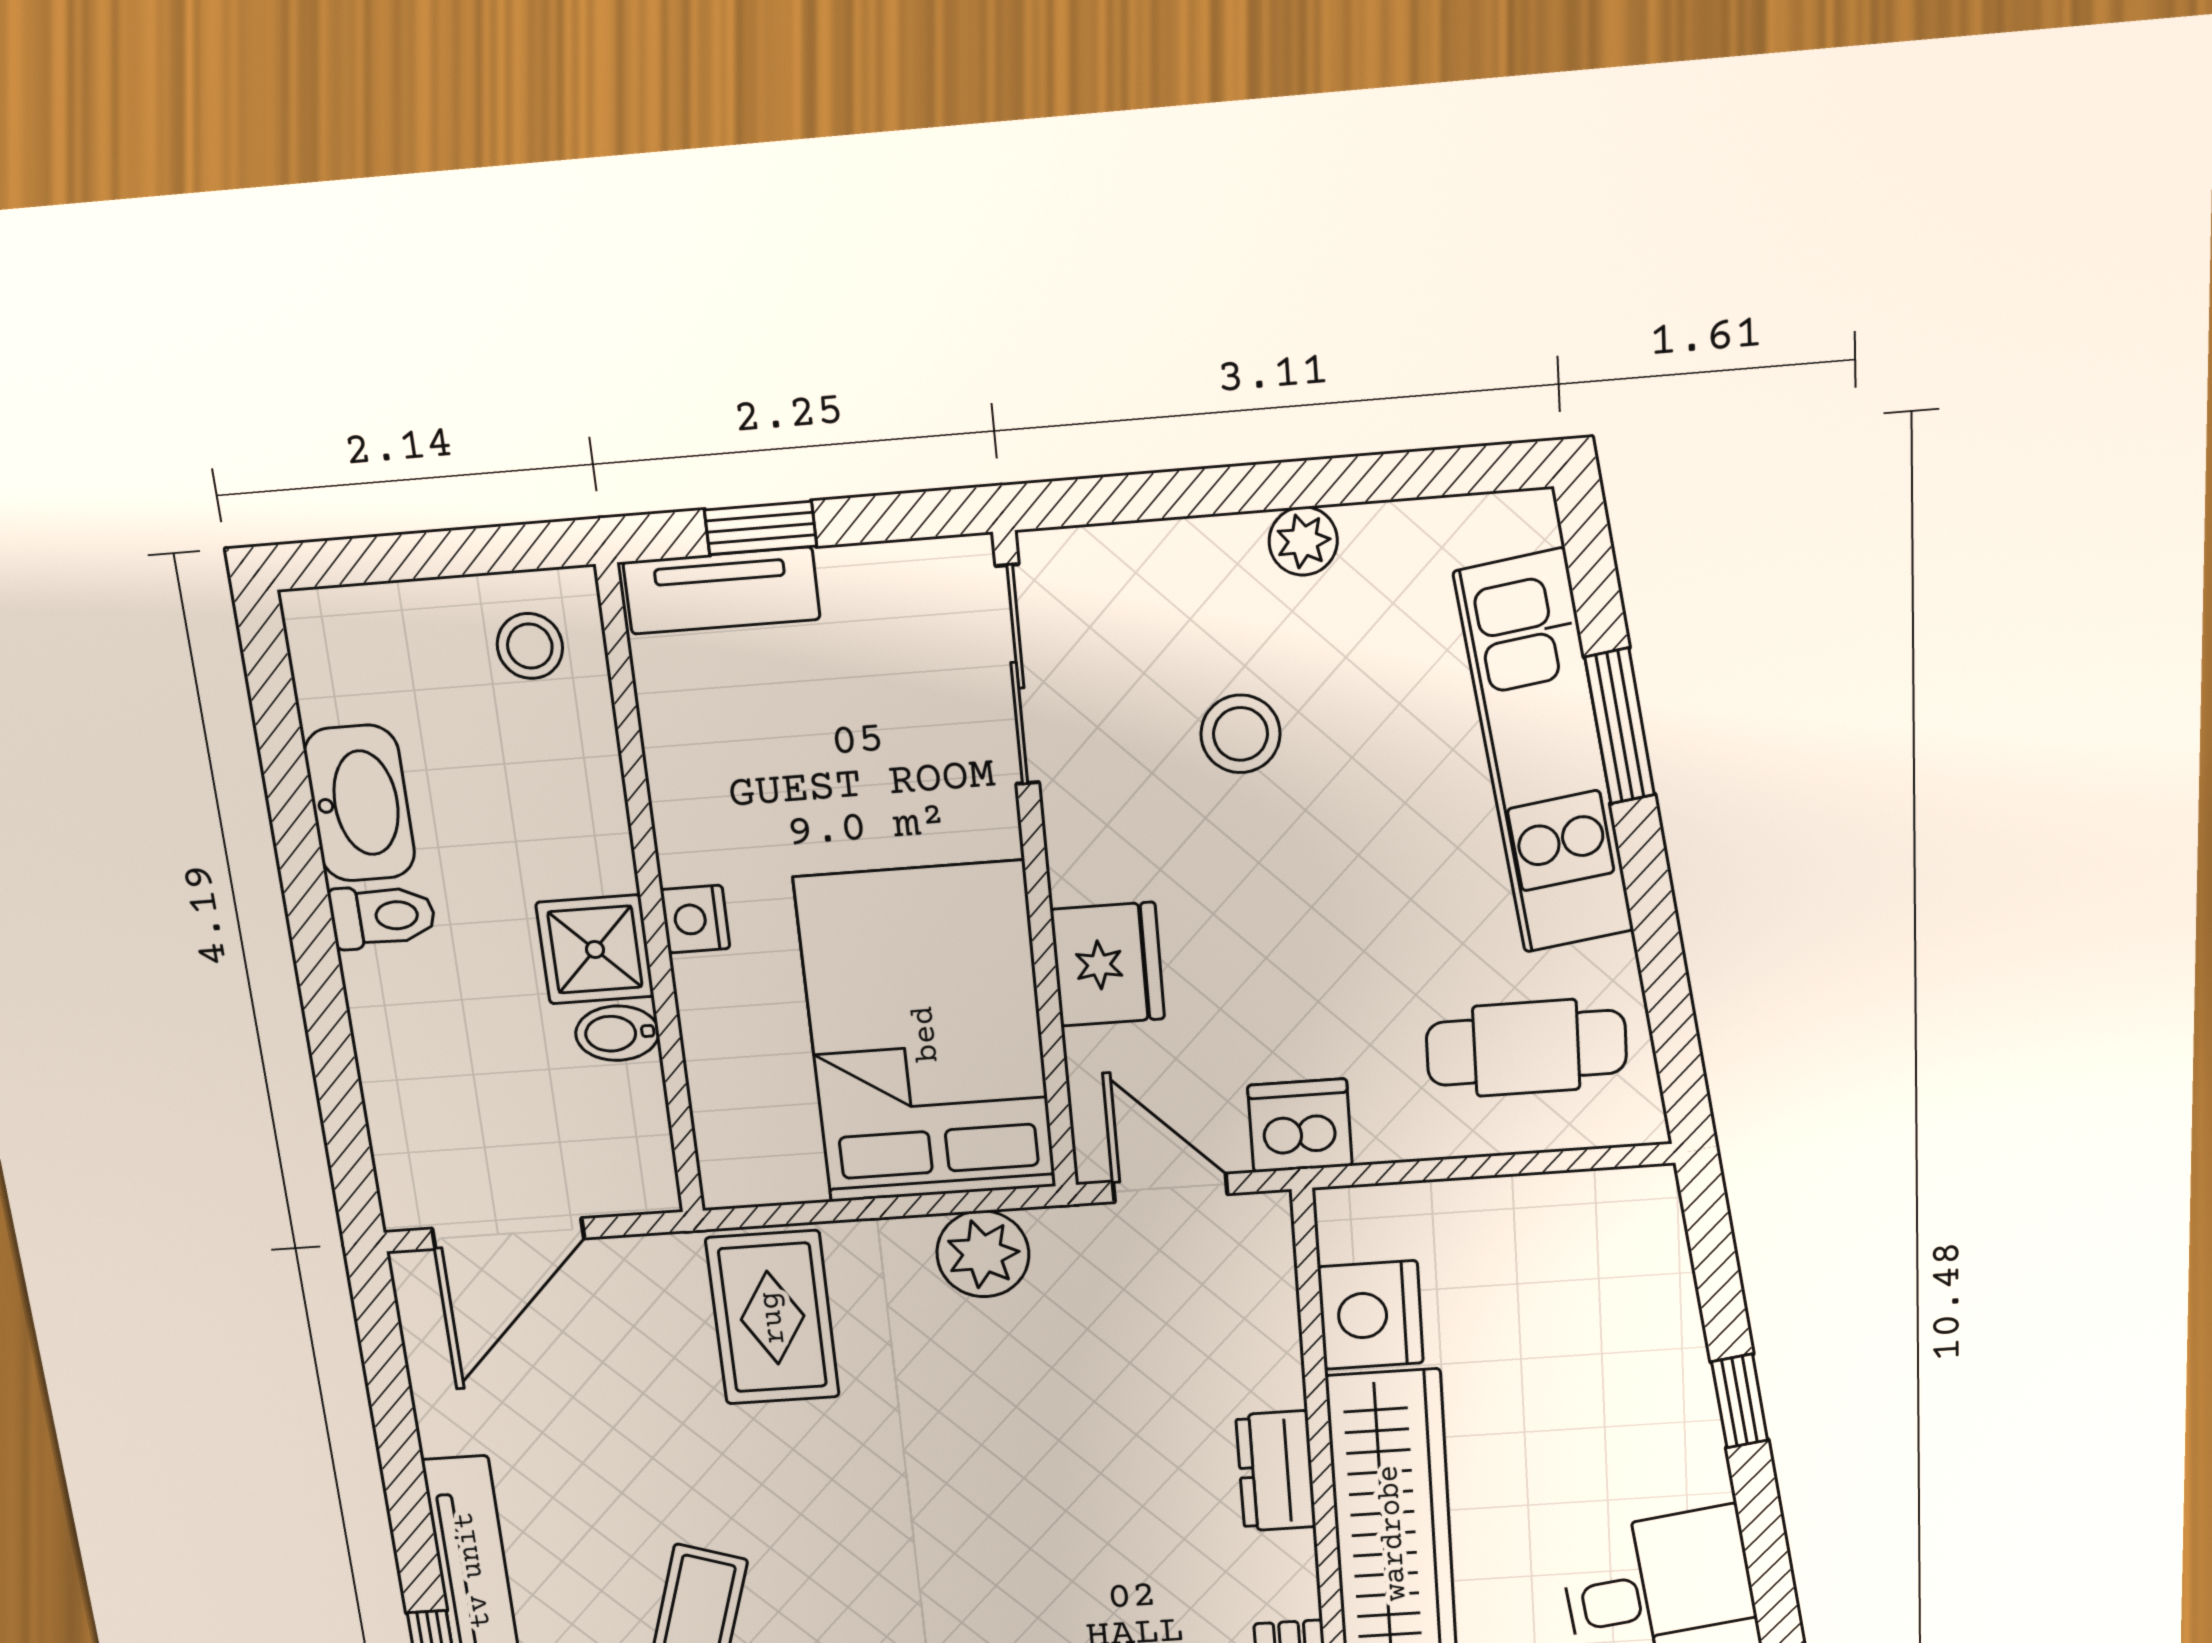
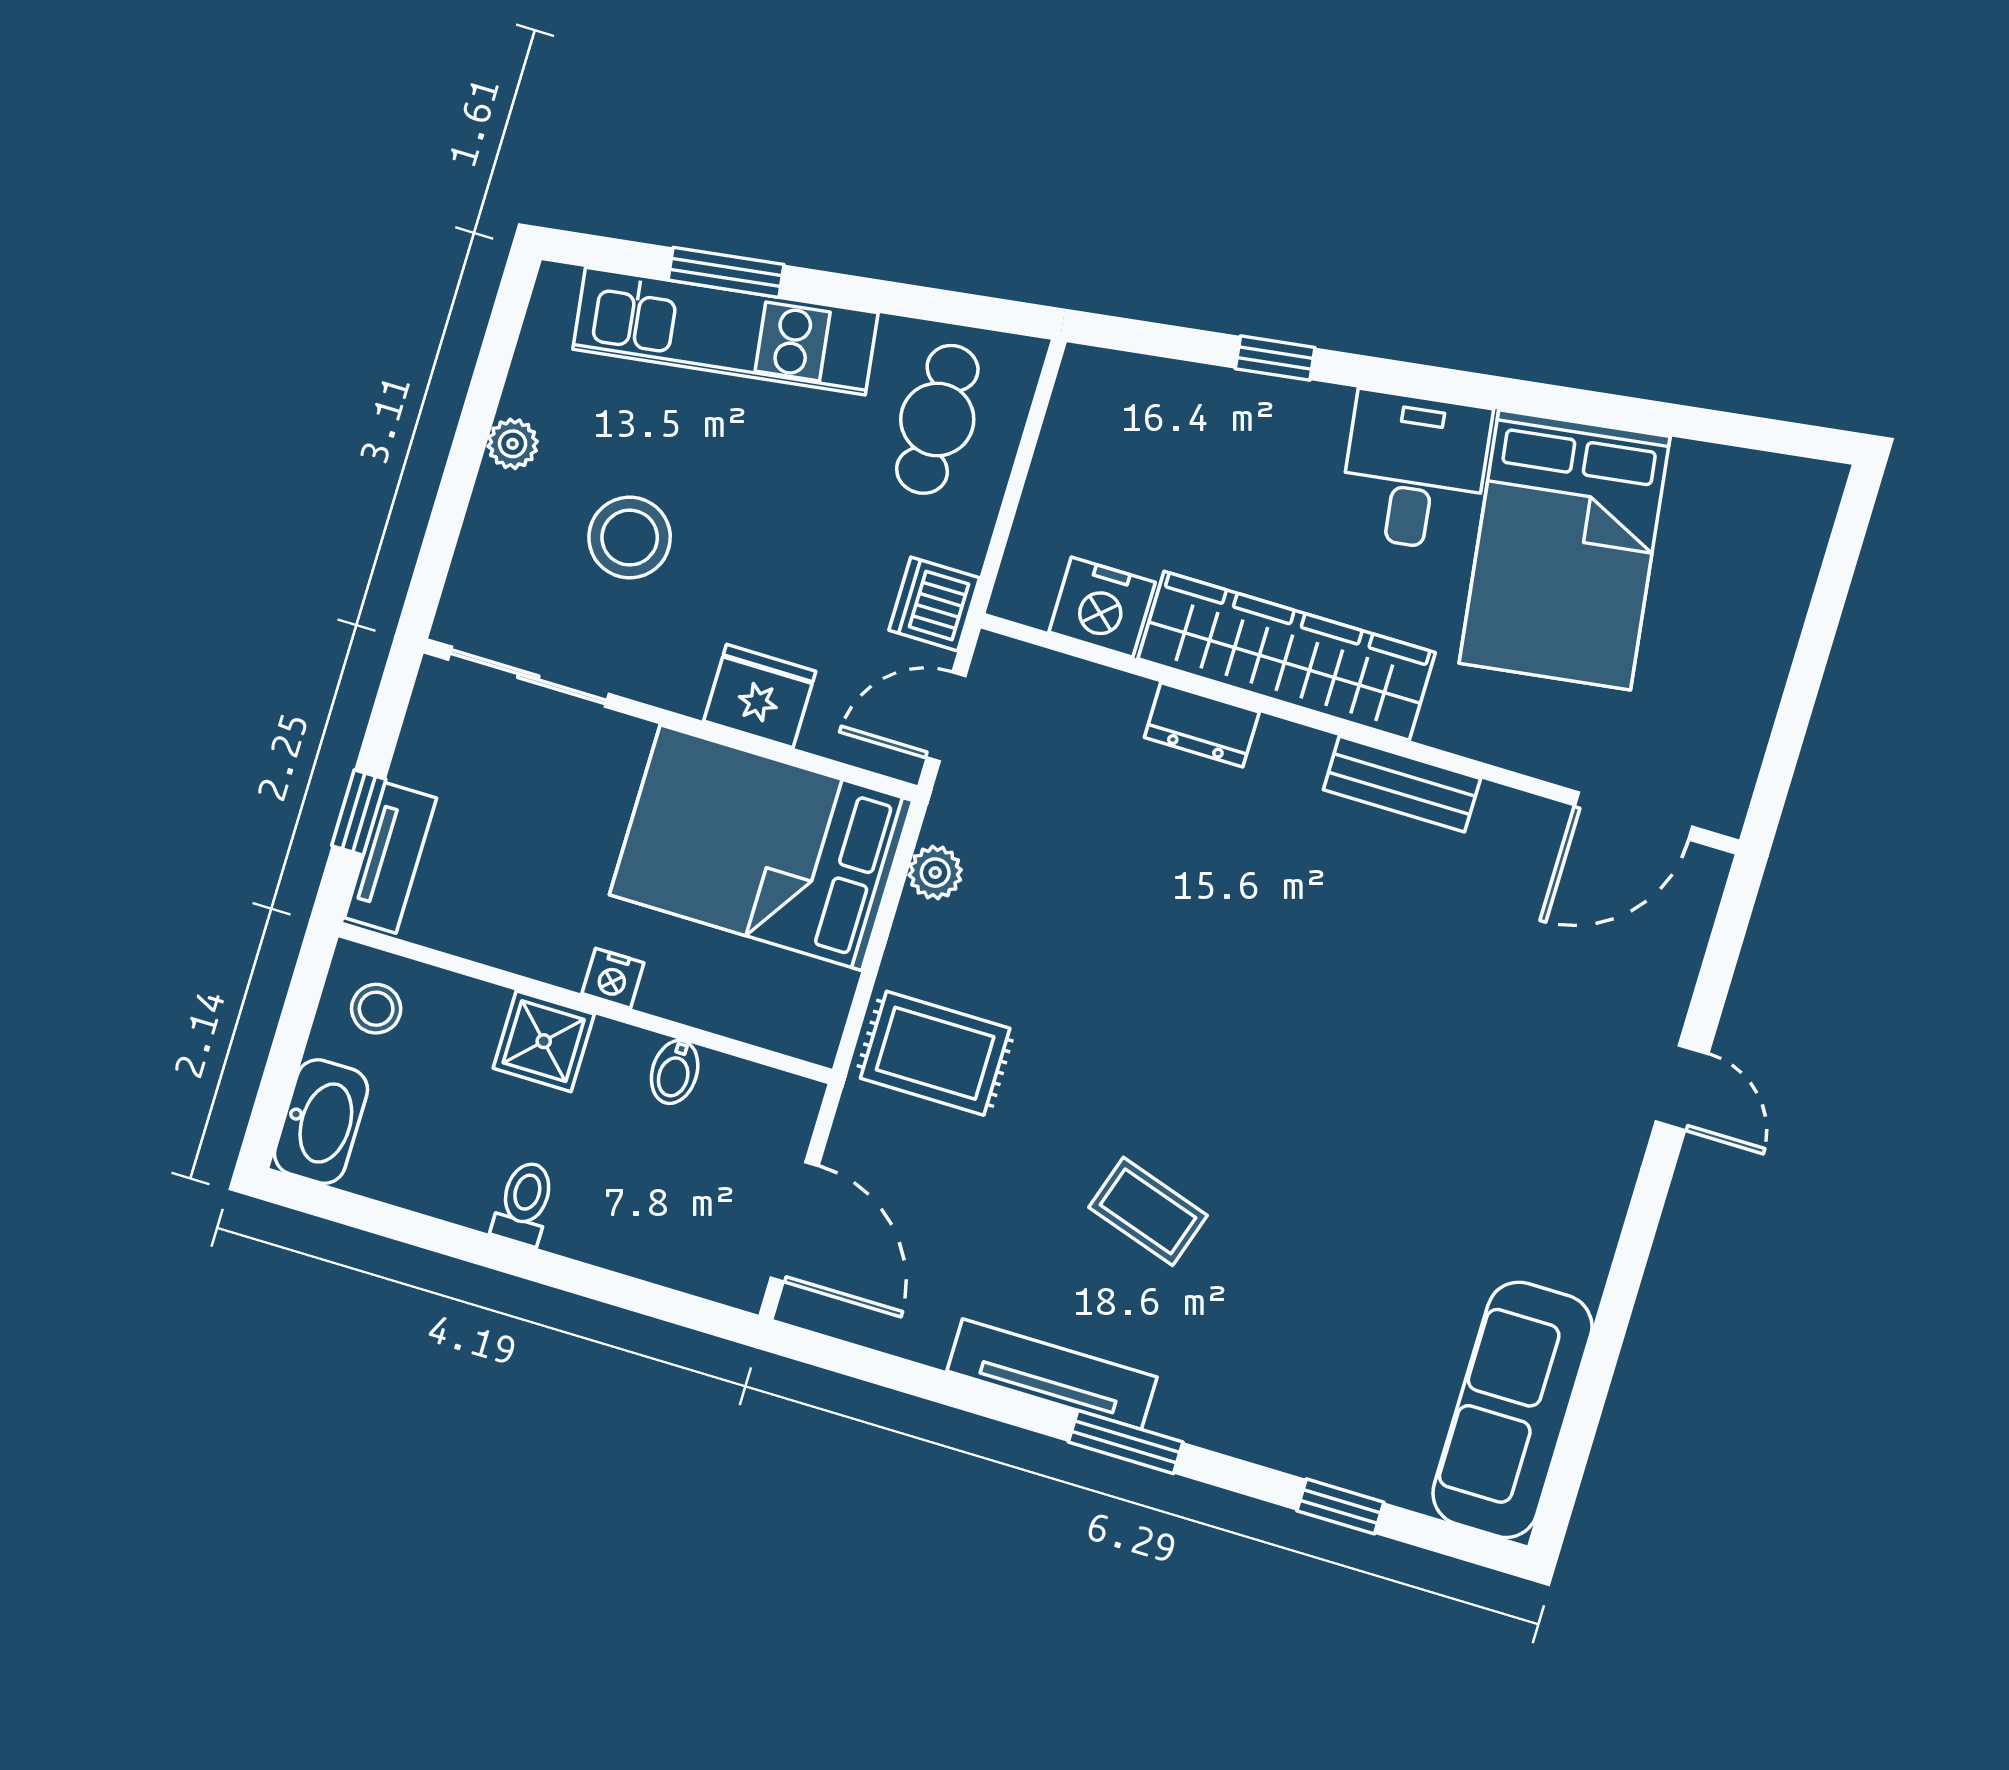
stool: (1240, 734) -> (630, 538), width x1.38, depth x1.38
washbasin: (360, 803) -> (321, 1122), moved, turned 90
shower: (595, 949) -> (544, 1041), moved
plant: (983, 1254) -> (935, 873), width x0.73, depth x0.73

